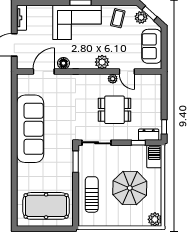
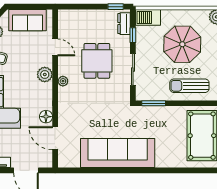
door: (127, 72) -> (55, 47), hinge flipped
plant: (113, 79) -> (63, 81), moved
sliding door: (97, 143) -> (133, 69), moved

